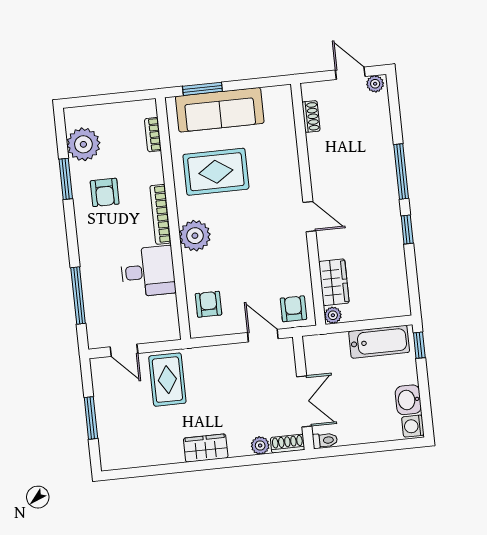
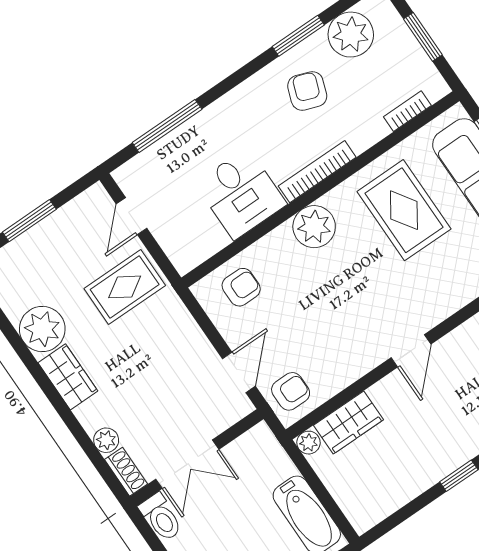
window: (110, 98) -> (423, 37), added
armchair: (105, 192) -> (307, 91), turned 110
toilet: (325, 440) -> (161, 517), width x1.37, depth x1.39
plant: (166, 448) -> (42, 329), added

